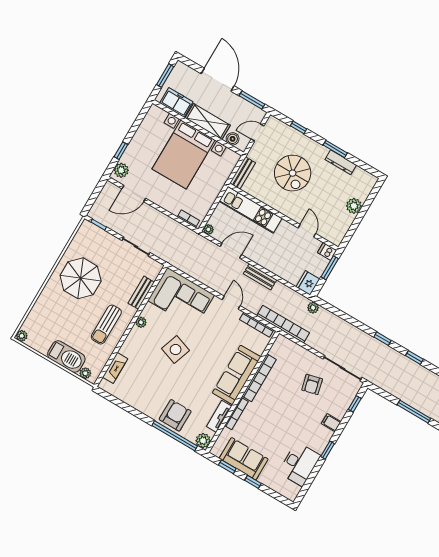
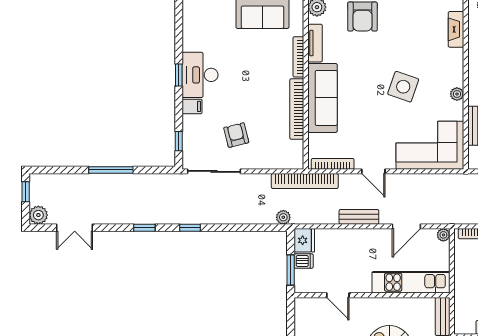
dishwasher: (327, 251) -> (304, 261), moved
desk: (299, 464) -> (200, 75), moved

